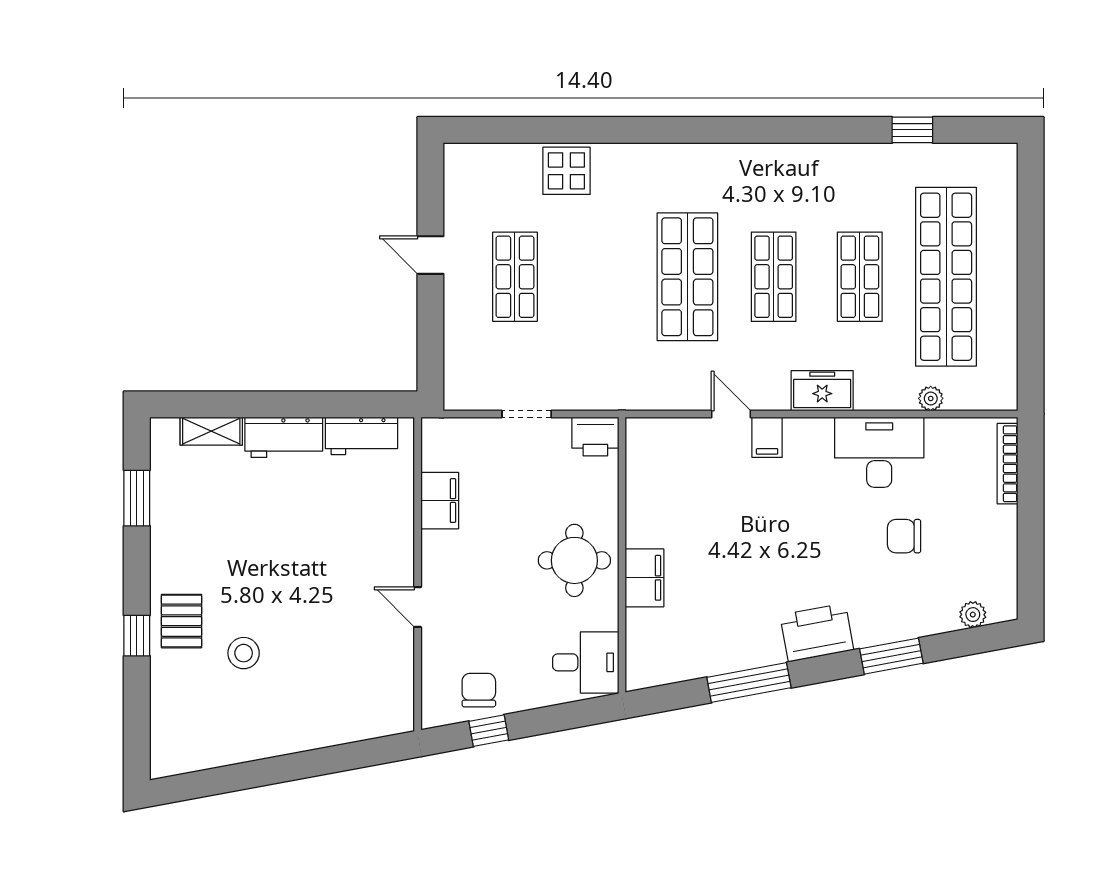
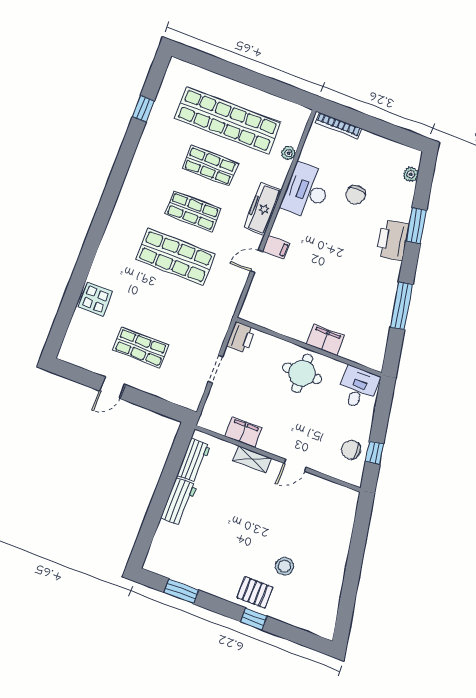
freezer: (822, 391) -> (263, 209), width x1.40
shelving: (211, 431) -> (252, 459), moved, turned 90
printer: (817, 633) -> (393, 240), moved

